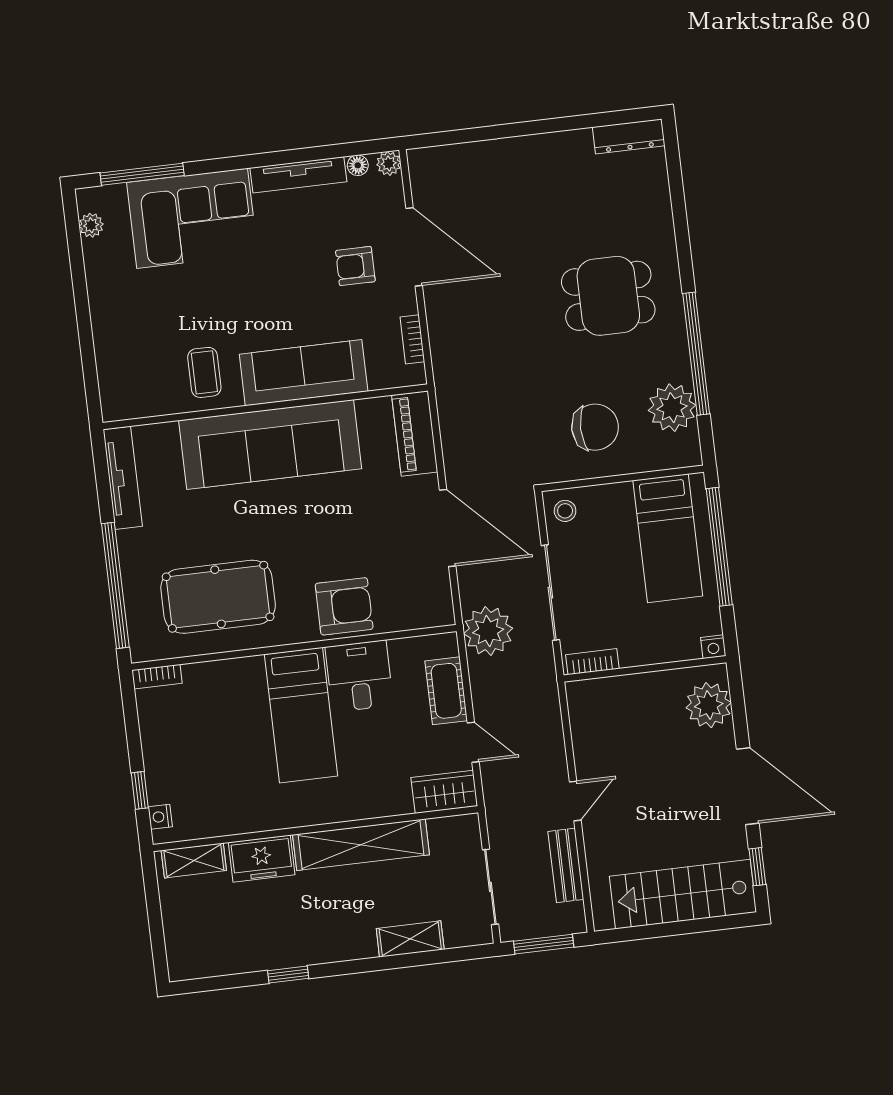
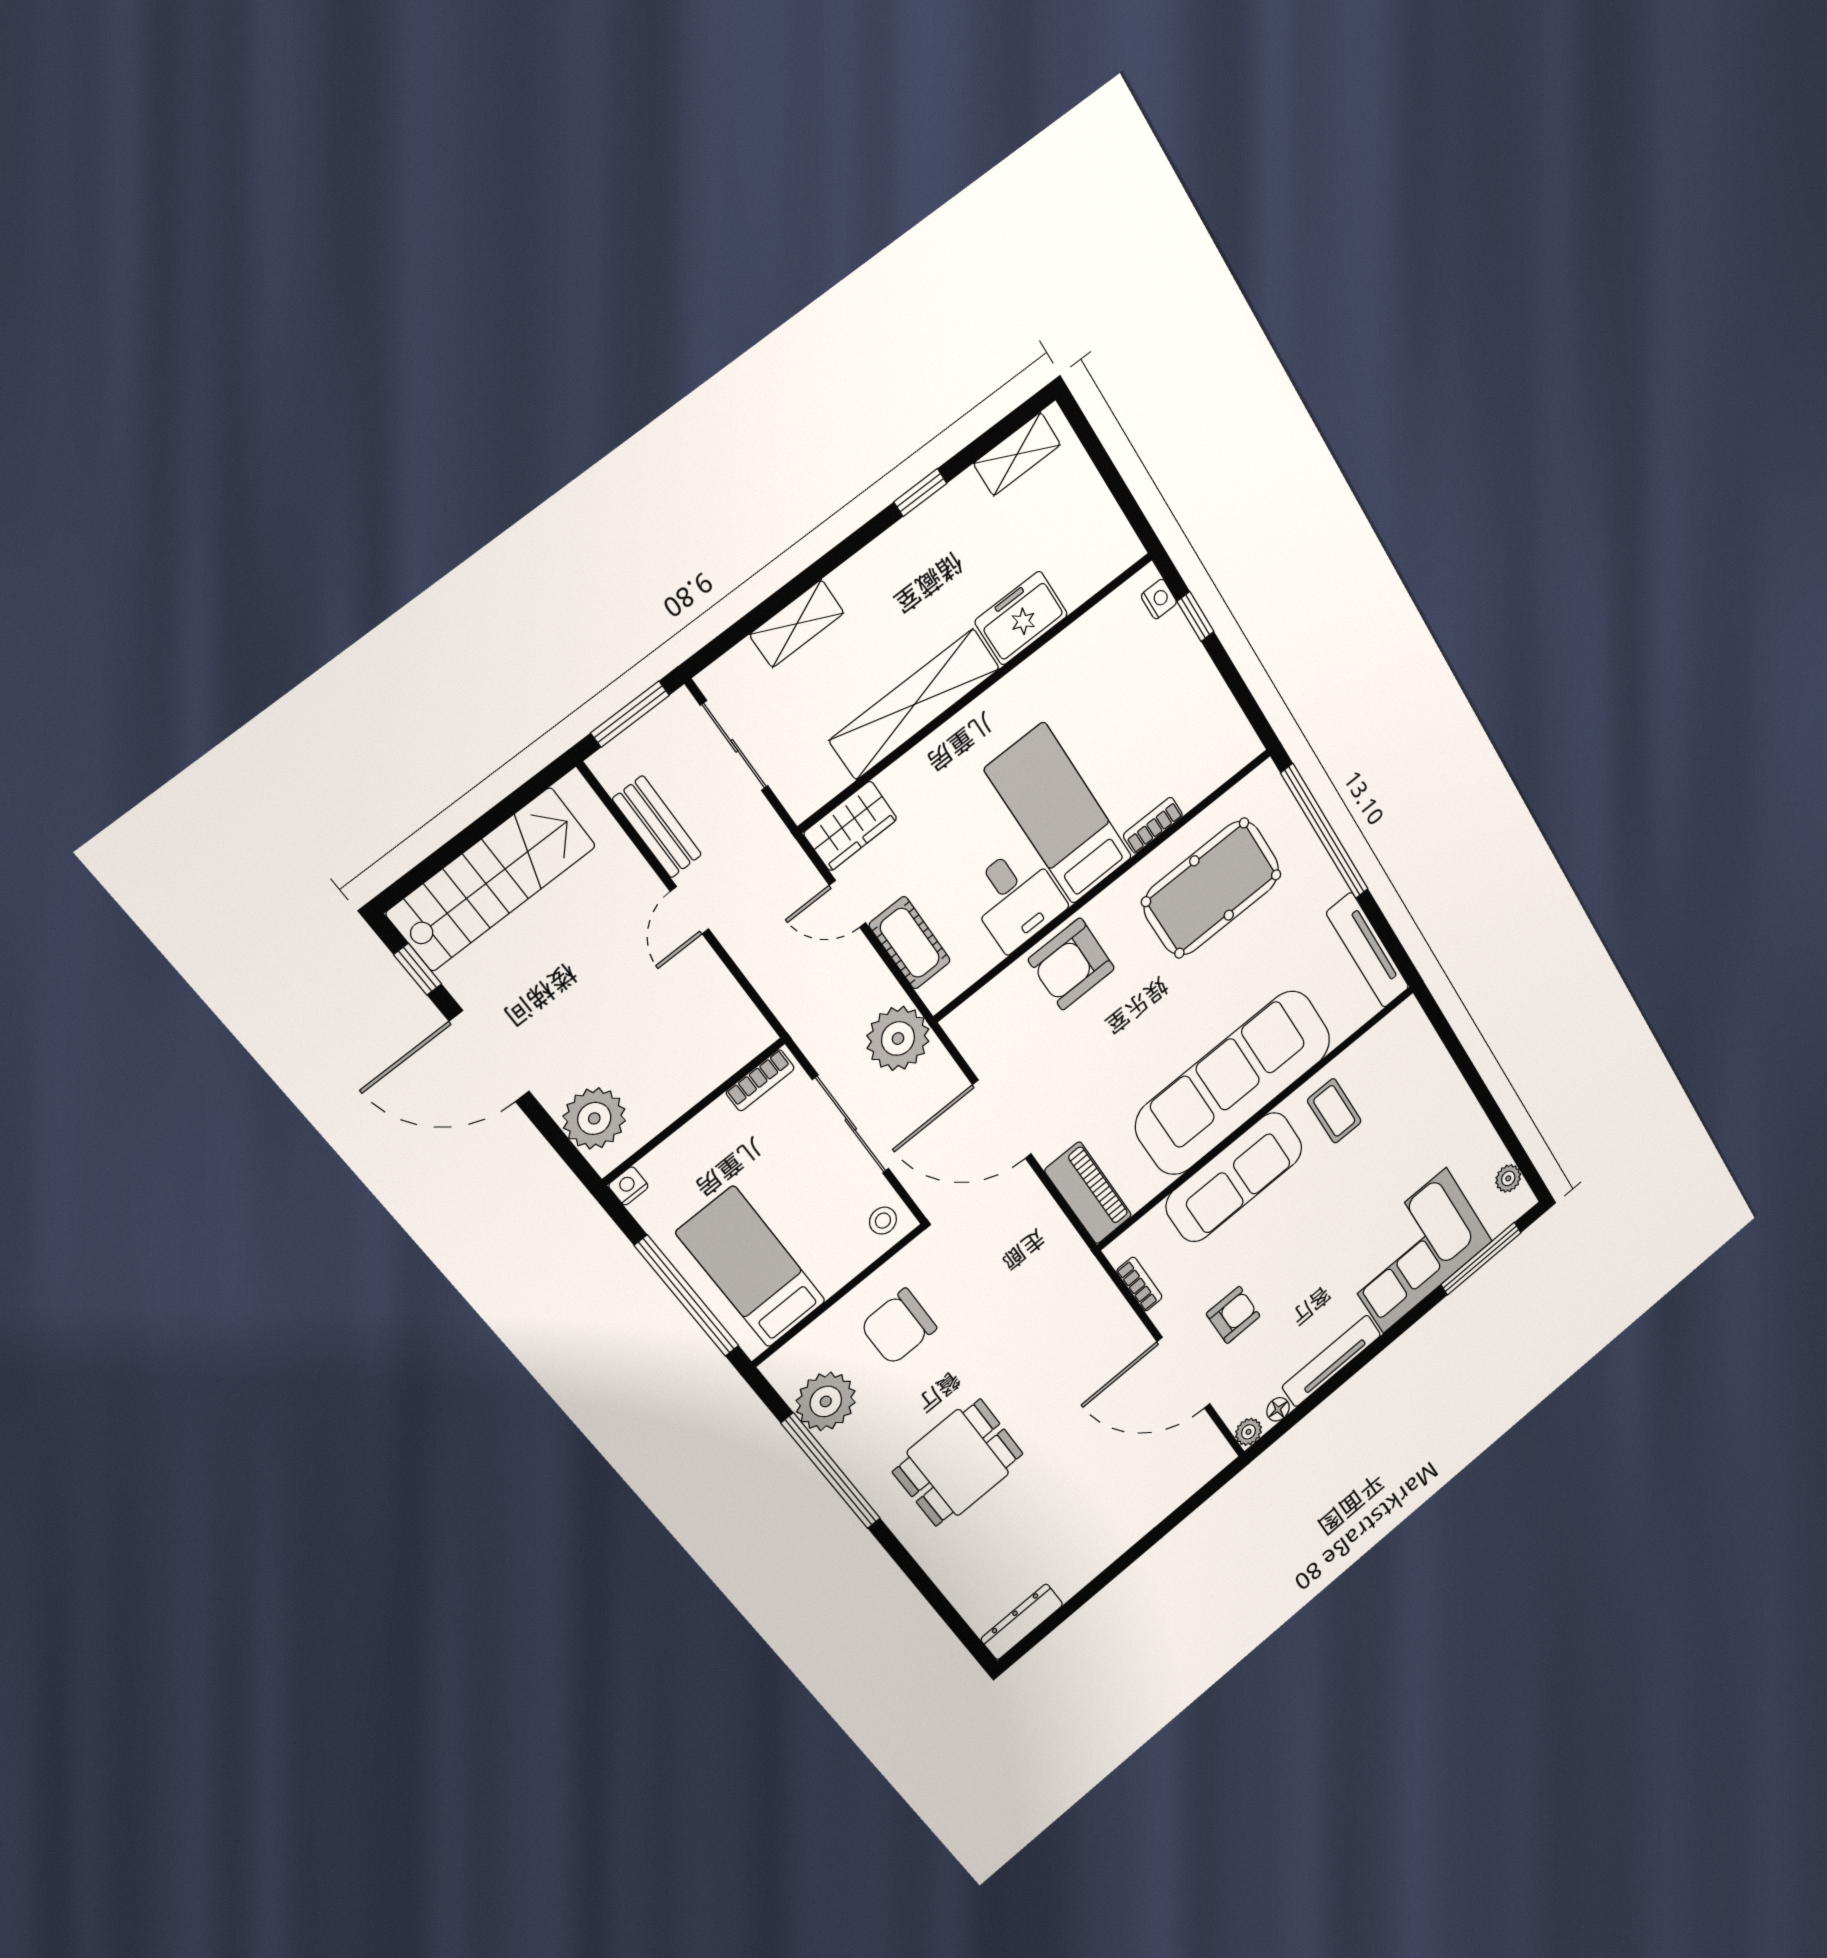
bookcase: (157, 677) -> (1153, 825), moved
shelving: (194, 860) -> (1017, 454), moved

